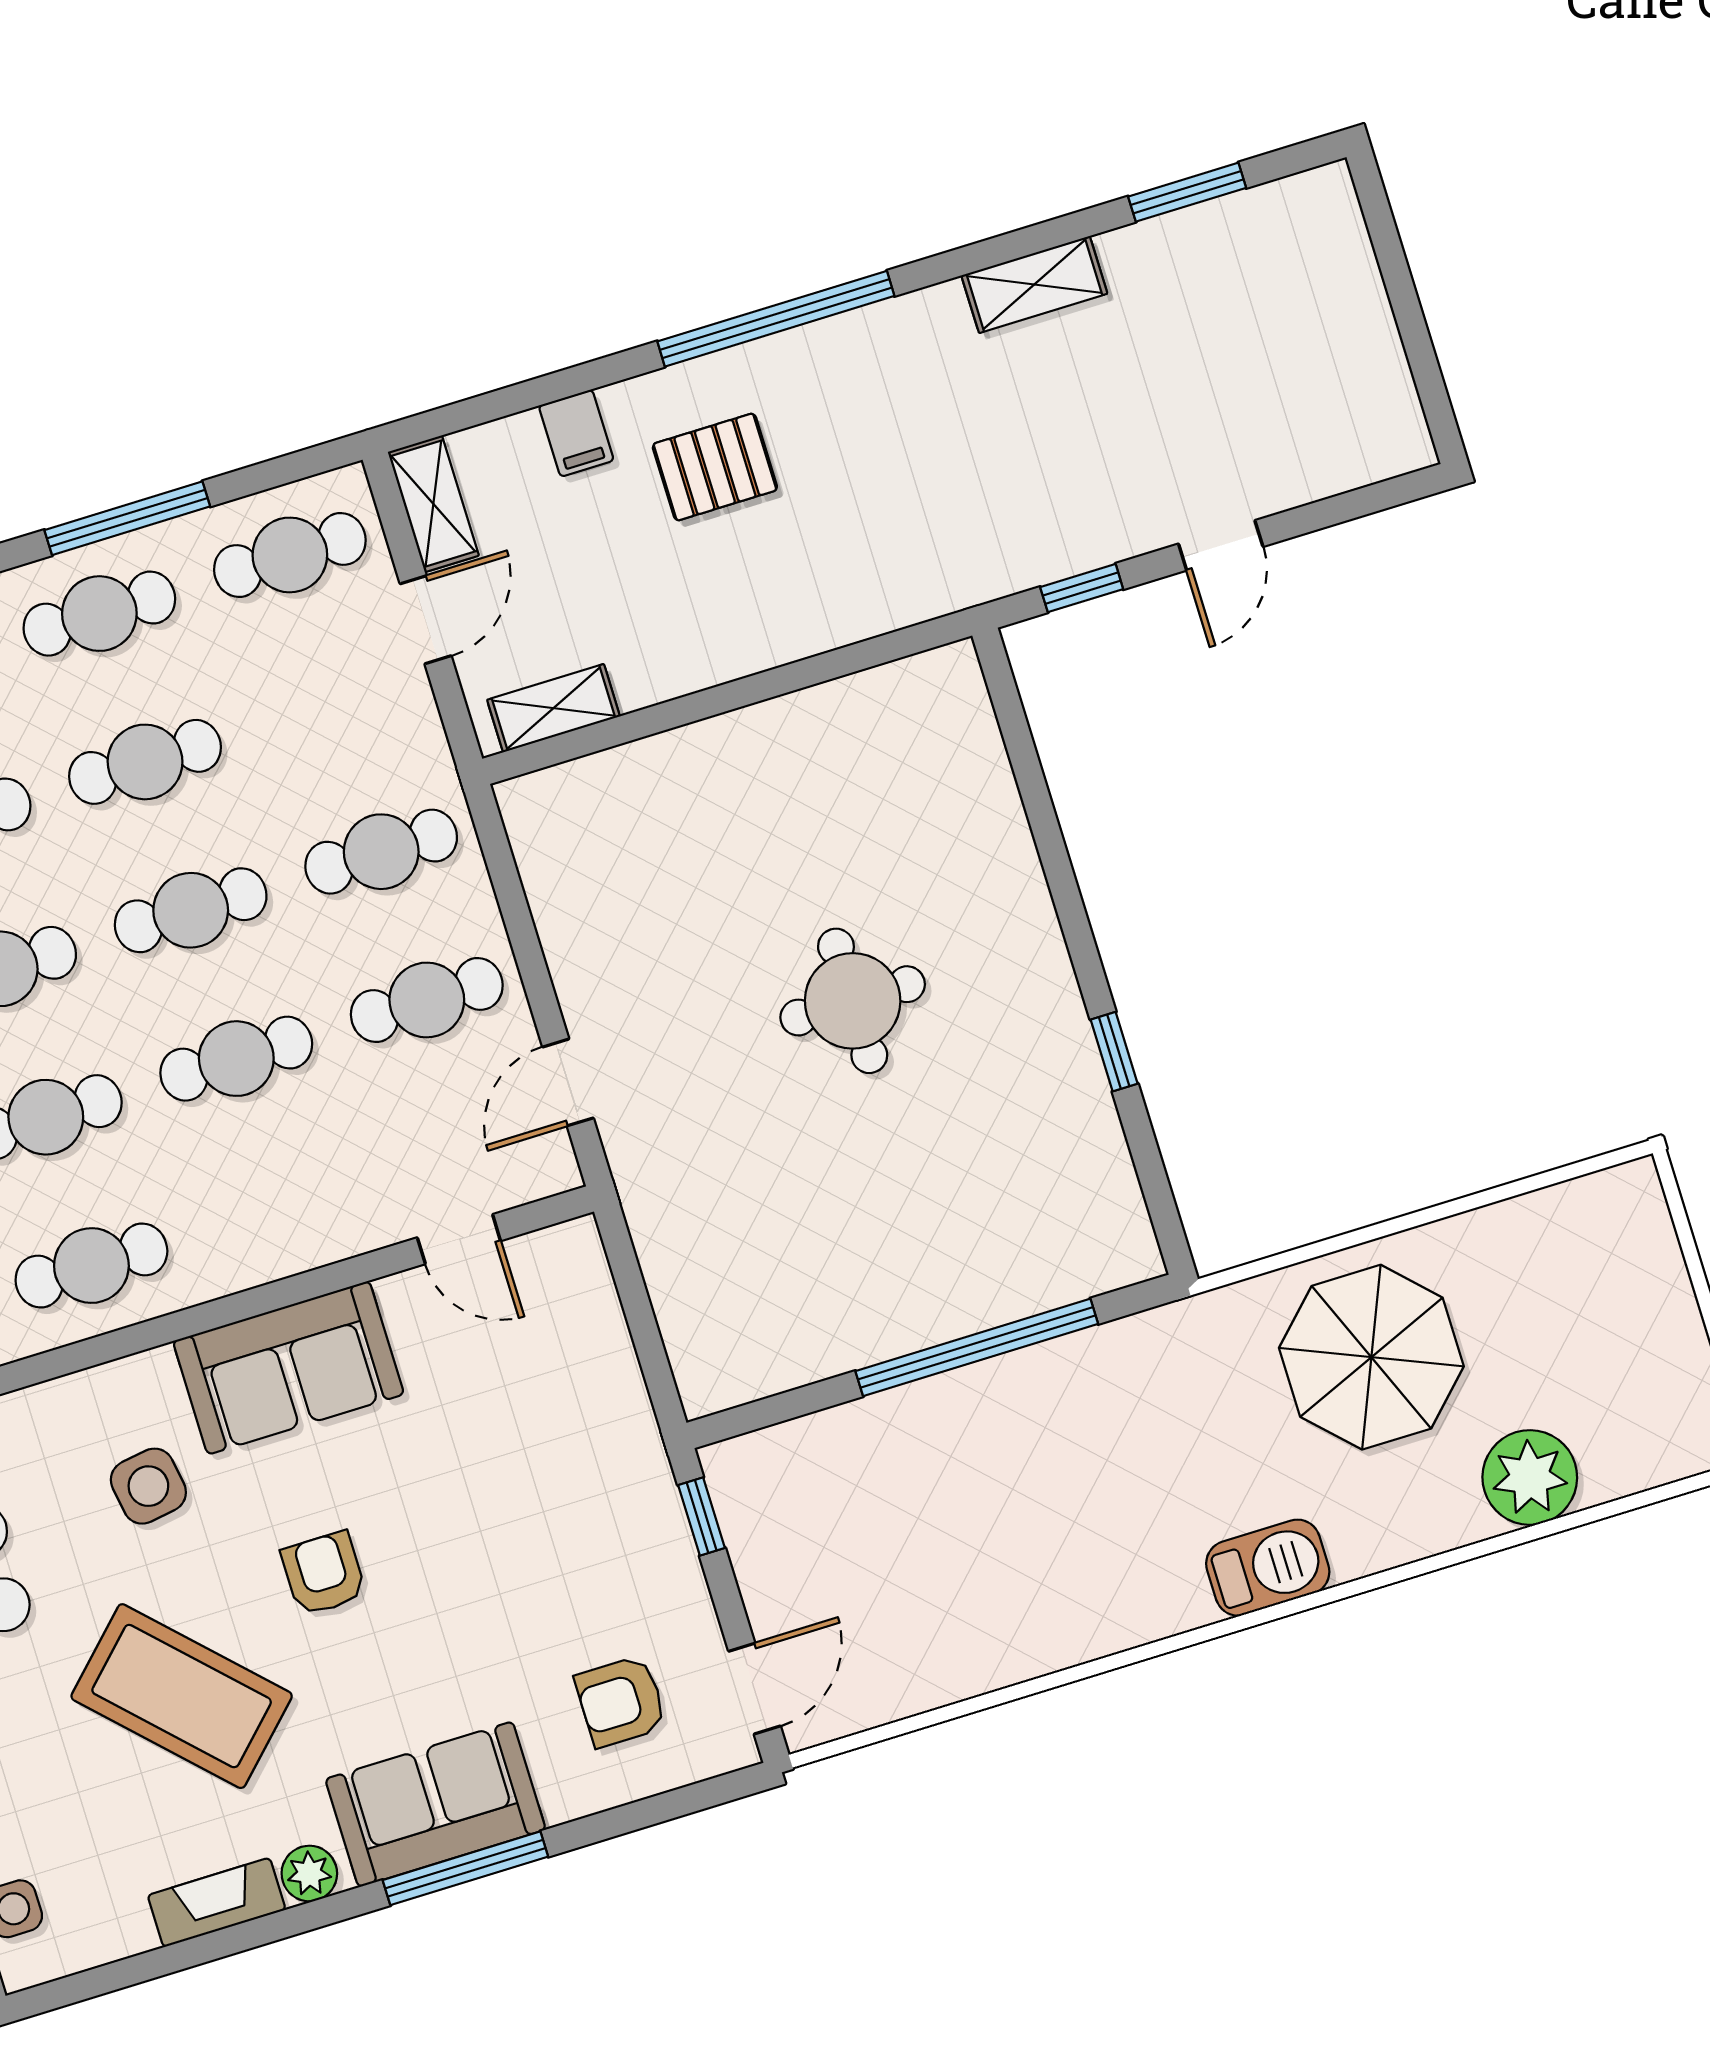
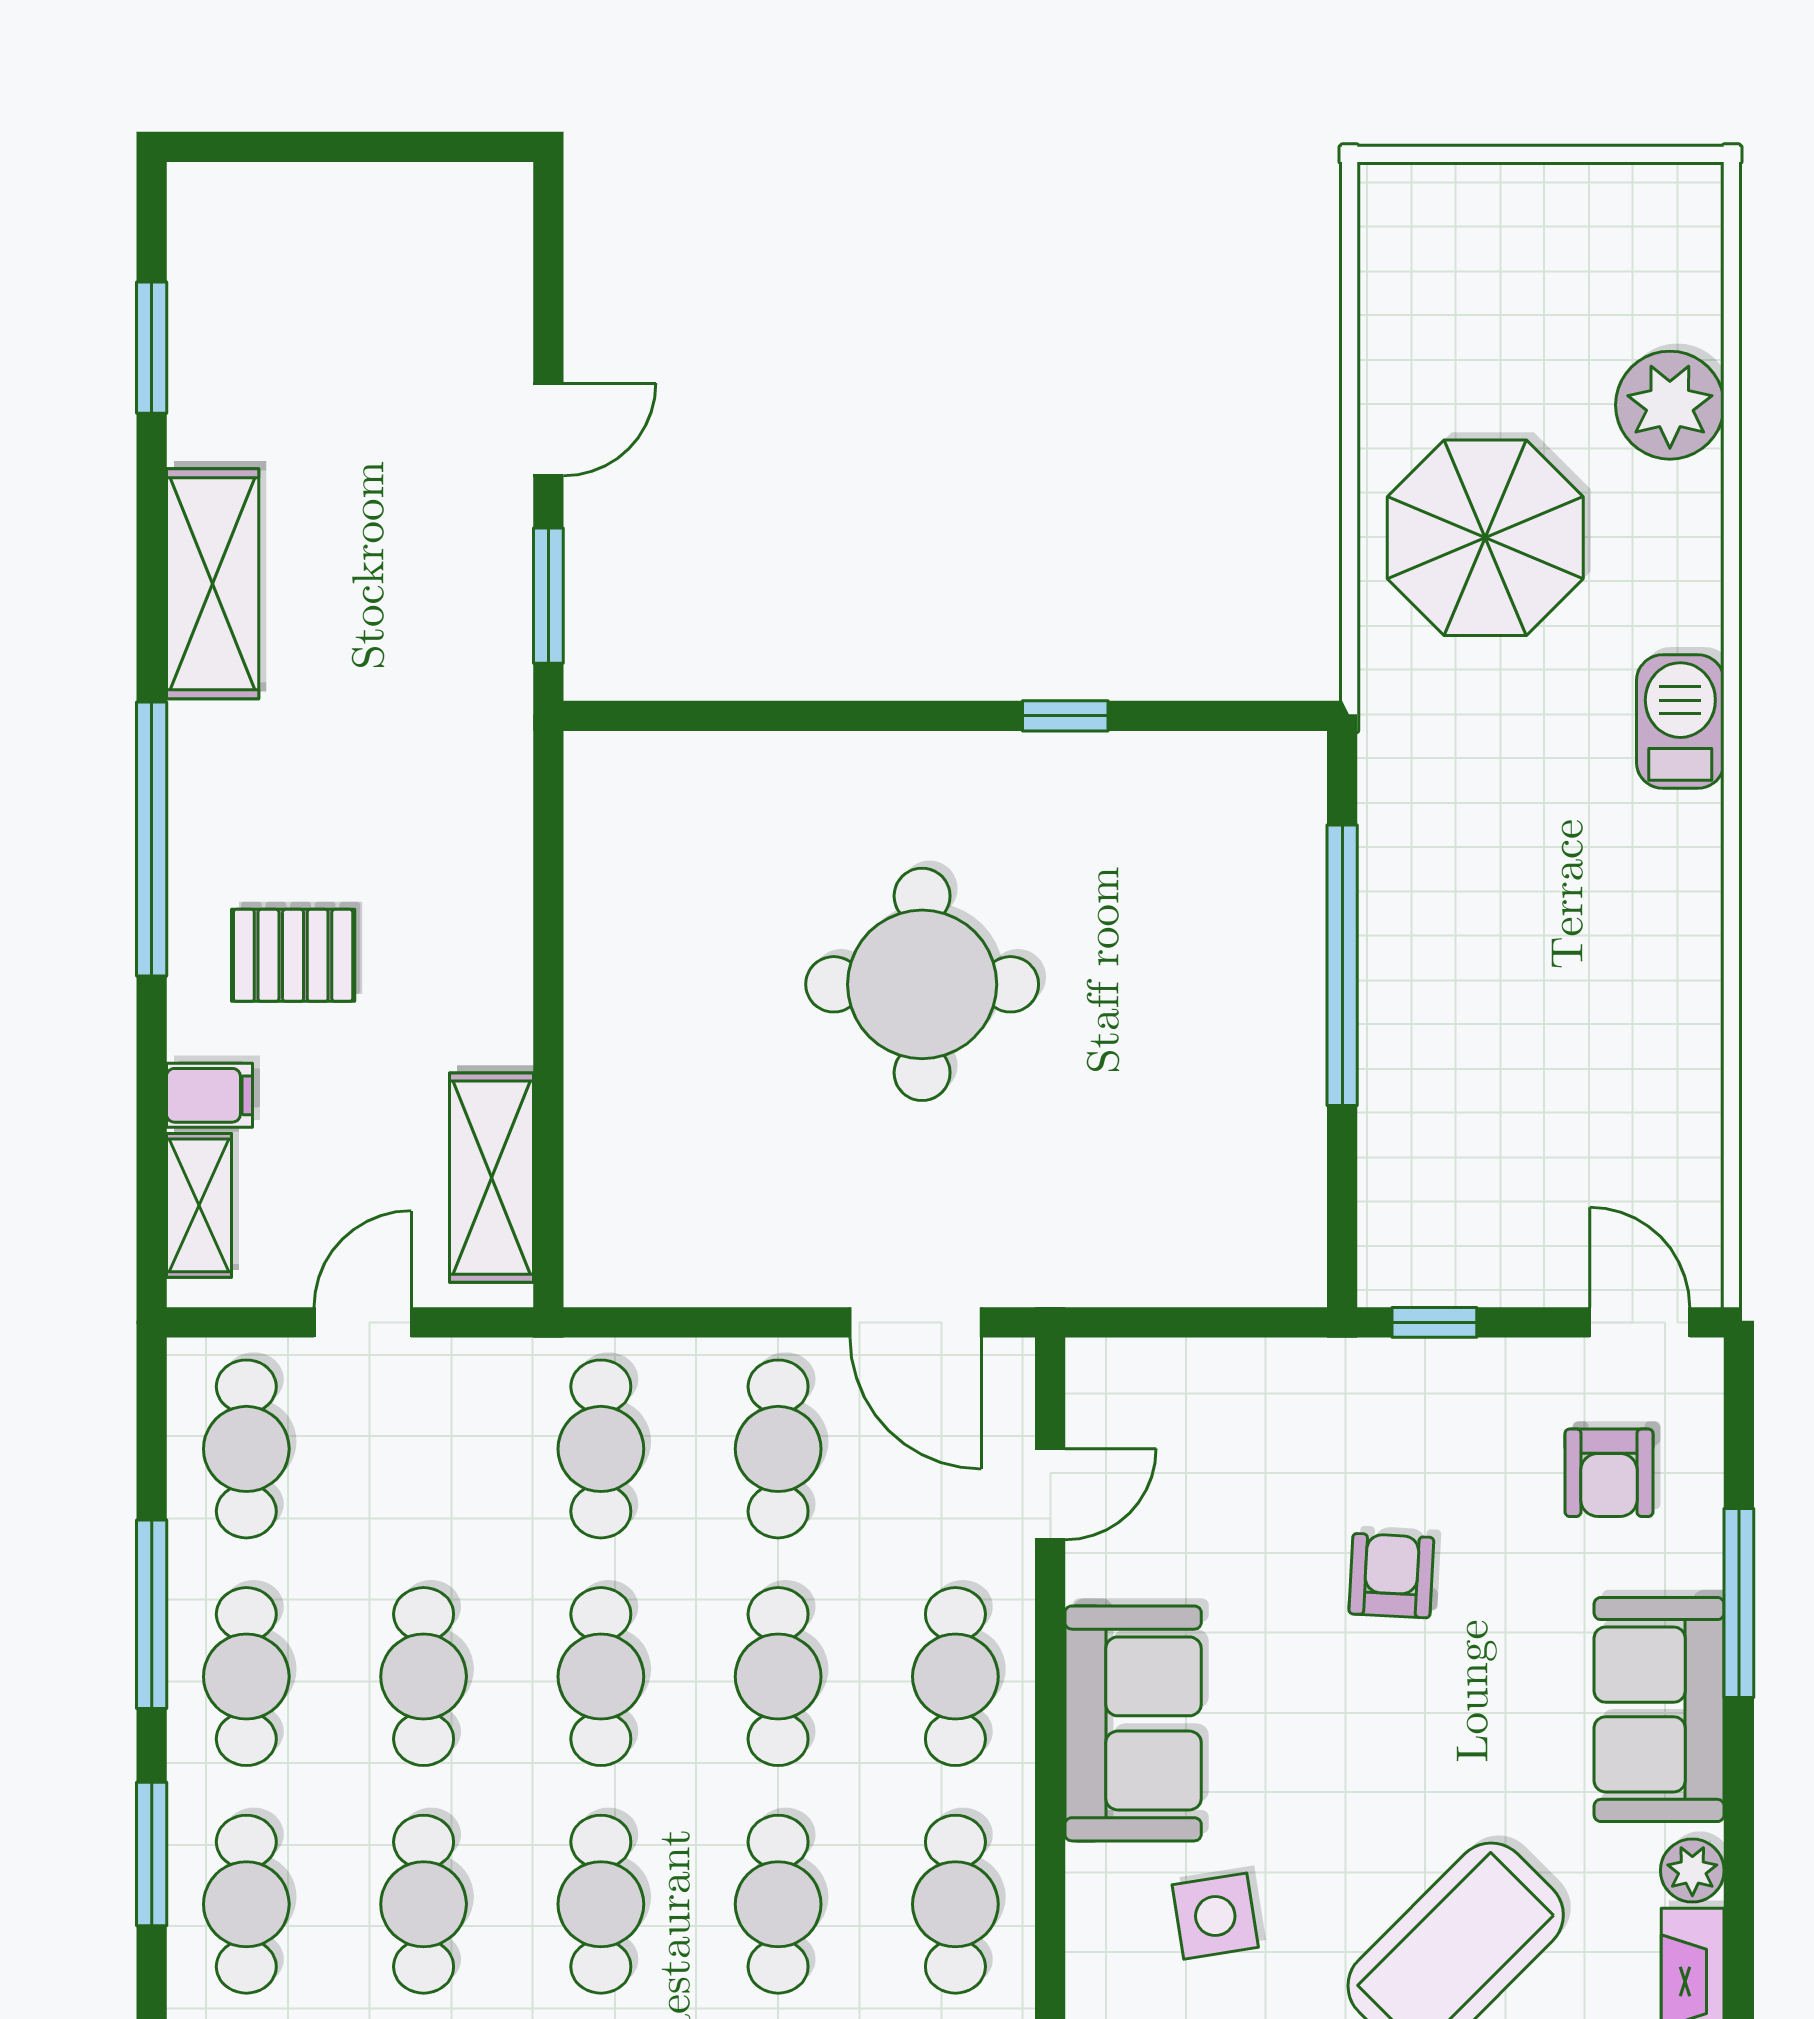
shelving: (1034, 285) -> (213, 584), width x1.50, depth x1.33
pallet: (715, 467) -> (293, 955), turned 90
shelving: (433, 504) -> (199, 1205), moved, turned 90
door: (1221, 545) -> (548, 429), hinge flipped
window: (1082, 588) -> (548, 596), width x1.50
door: (426, 620) -> (363, 1322), hinge flipped
shelving: (553, 708) -> (492, 1178), width x1.50, depth x1.33
round table: (853, 1001) -> (922, 984), width x1.36, depth x1.36
door: (568, 1082) -> (916, 1322), width x1.38
cafe table: (282, 1207) -> (955, 1677), added
armchair: (324, 1573) -> (1391, 1576), moved, turned 93
window: (465, 1868) -> (1739, 1603), moved

